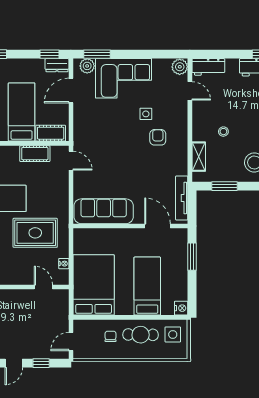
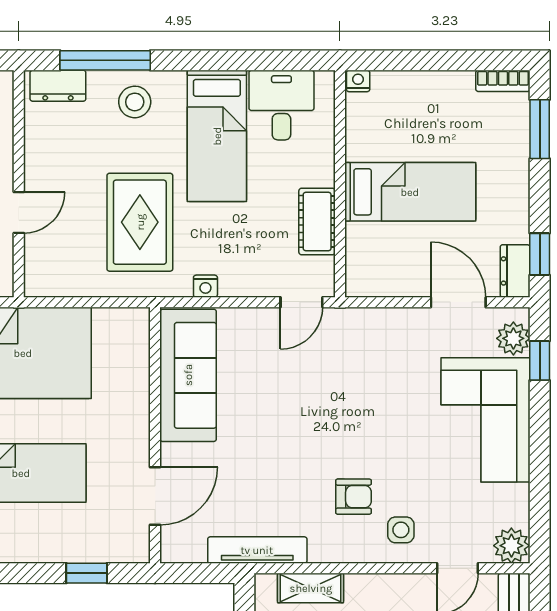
window: (97, 54) -> (540, 361), width x0.67
side table: (146, 114) -> (401, 530), moved
cot: (51, 133) -> (363, 257), removed
tv unit: (182, 198) -> (257, 550), moved
window: (192, 257) -> (87, 573), width x0.67
nightstand: (64, 264) -> (205, 286), moved
door: (43, 287) -> (19, 212), moved

